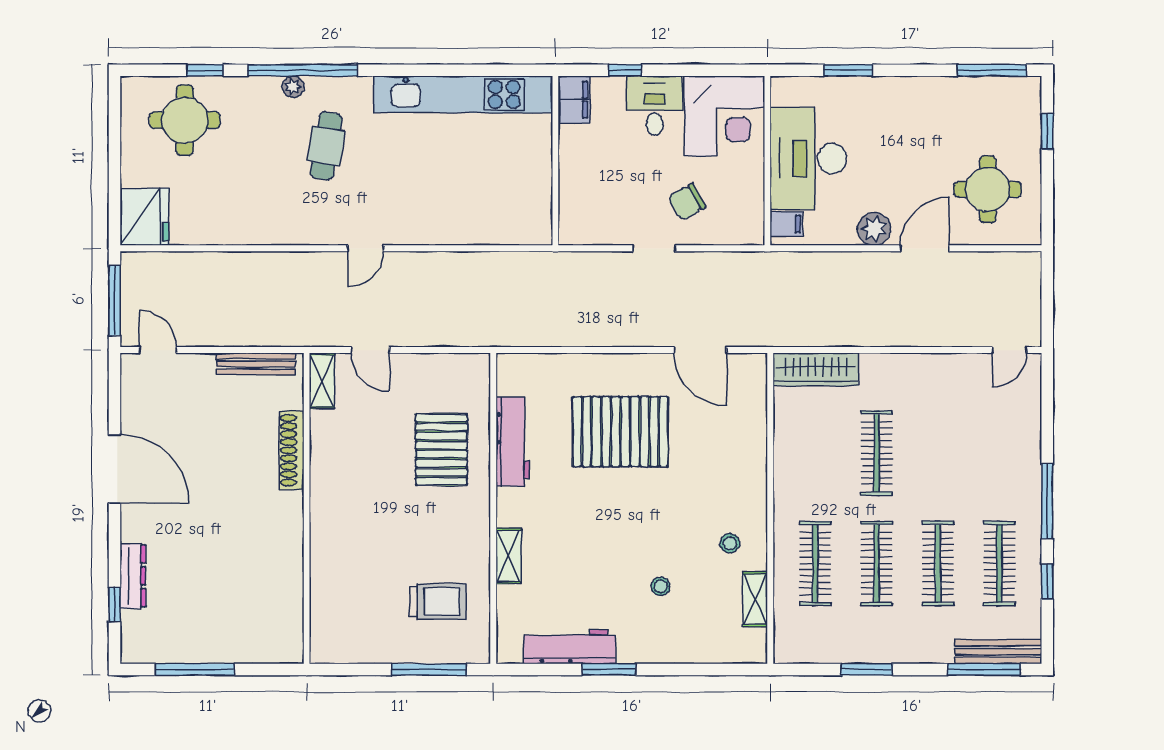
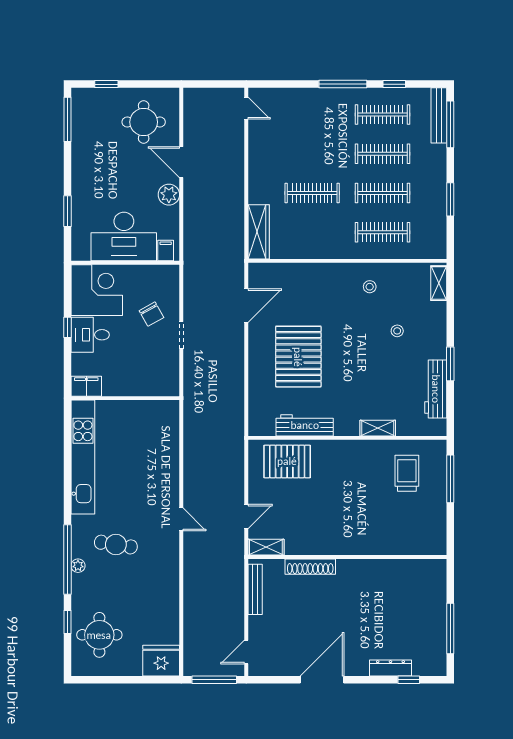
window: (625, 70) -> (68, 327), moved
pallet: (441, 450) -> (287, 461), moved
shelving: (755, 599) -> (439, 283), moved, turned 90

